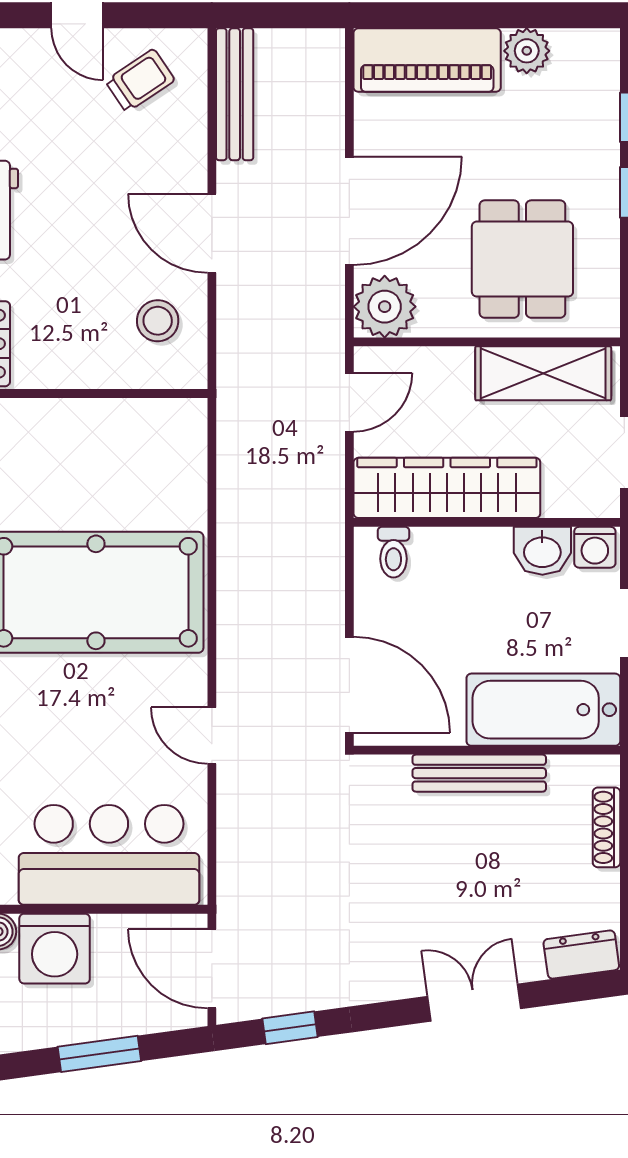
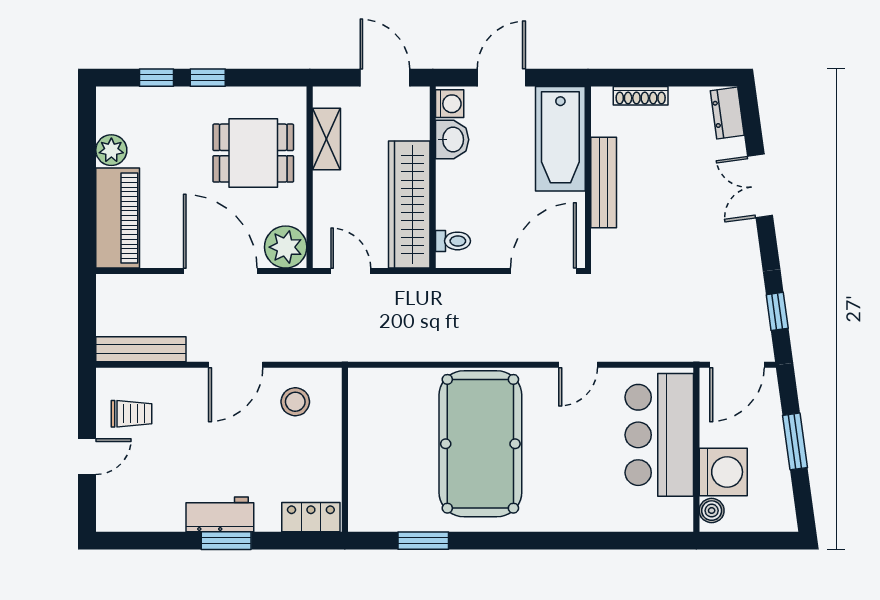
trolley: (140, 81) -> (132, 414), turned 124
shelving: (543, 373) -> (326, 139), width x0.67, depth x0.75

